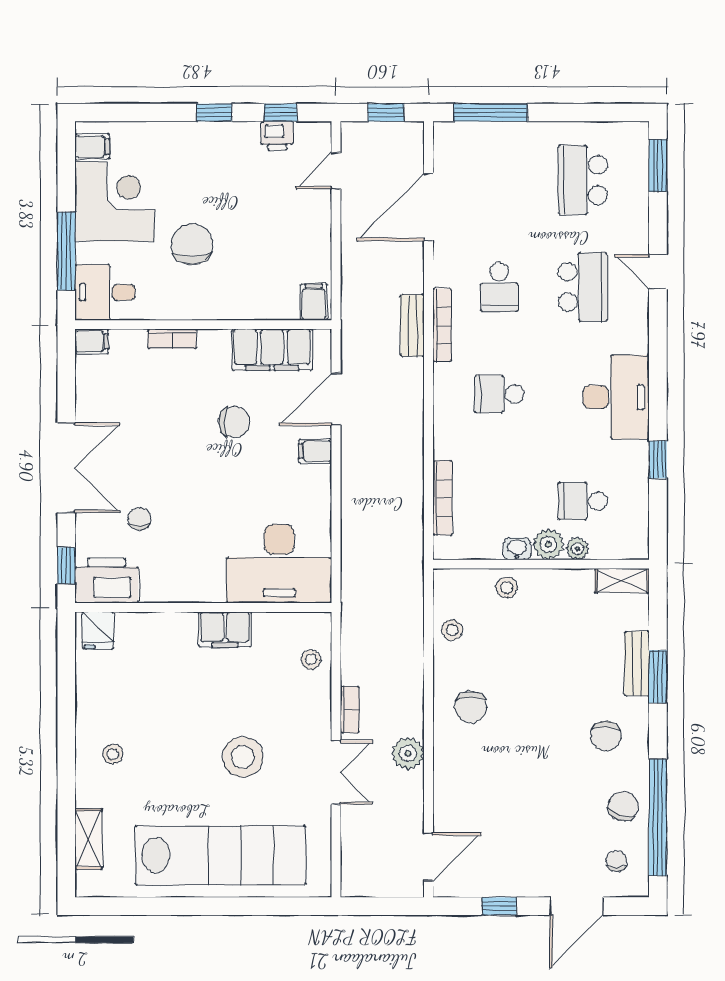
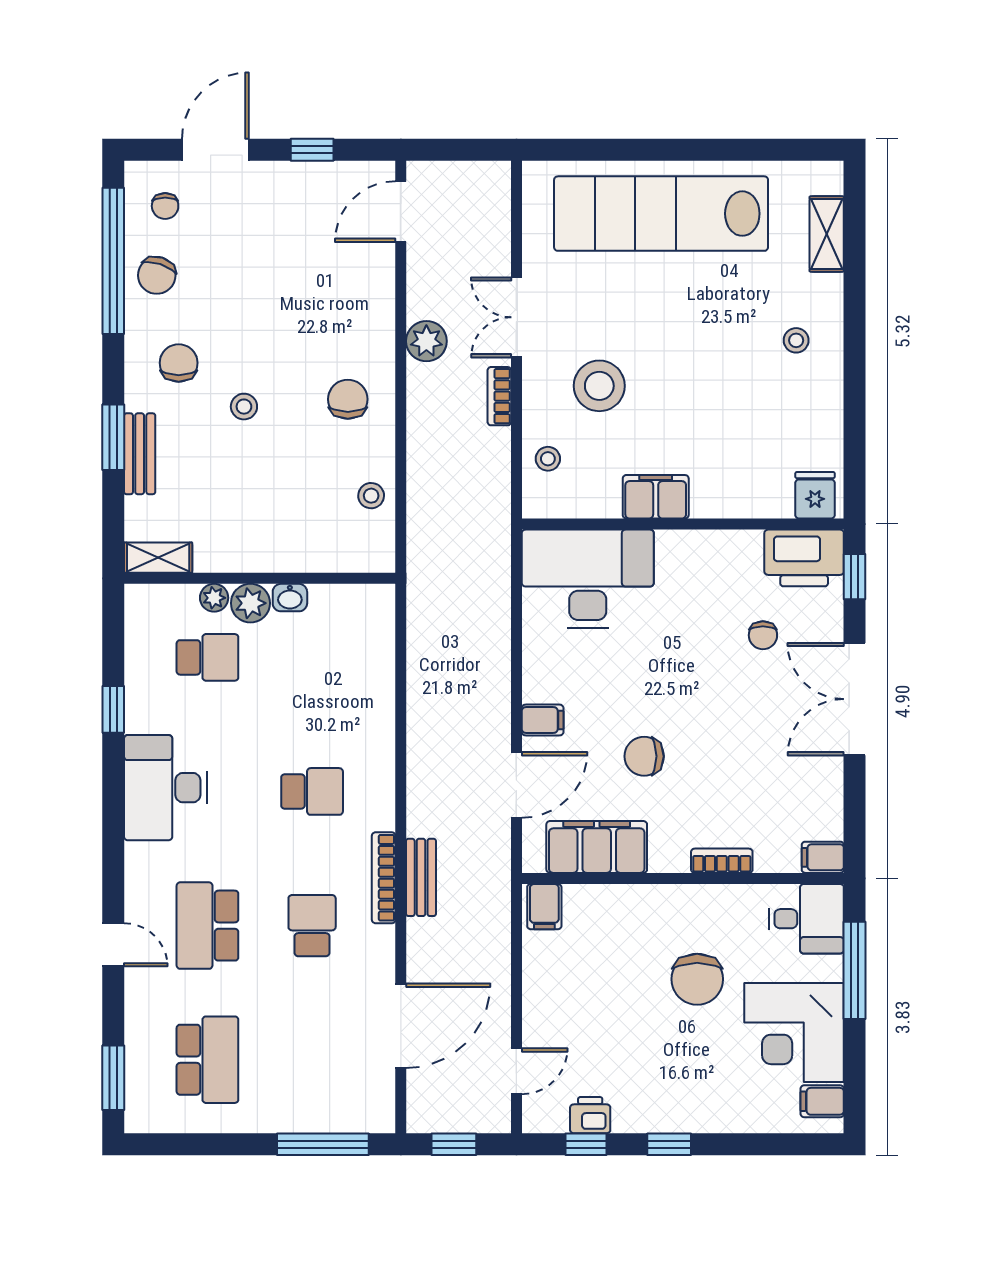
bookcase: (442, 498) -> (383, 661), removed
stool: (507, 588) -> (244, 407), moved
stool: (243, 757) -> (599, 386), moved

